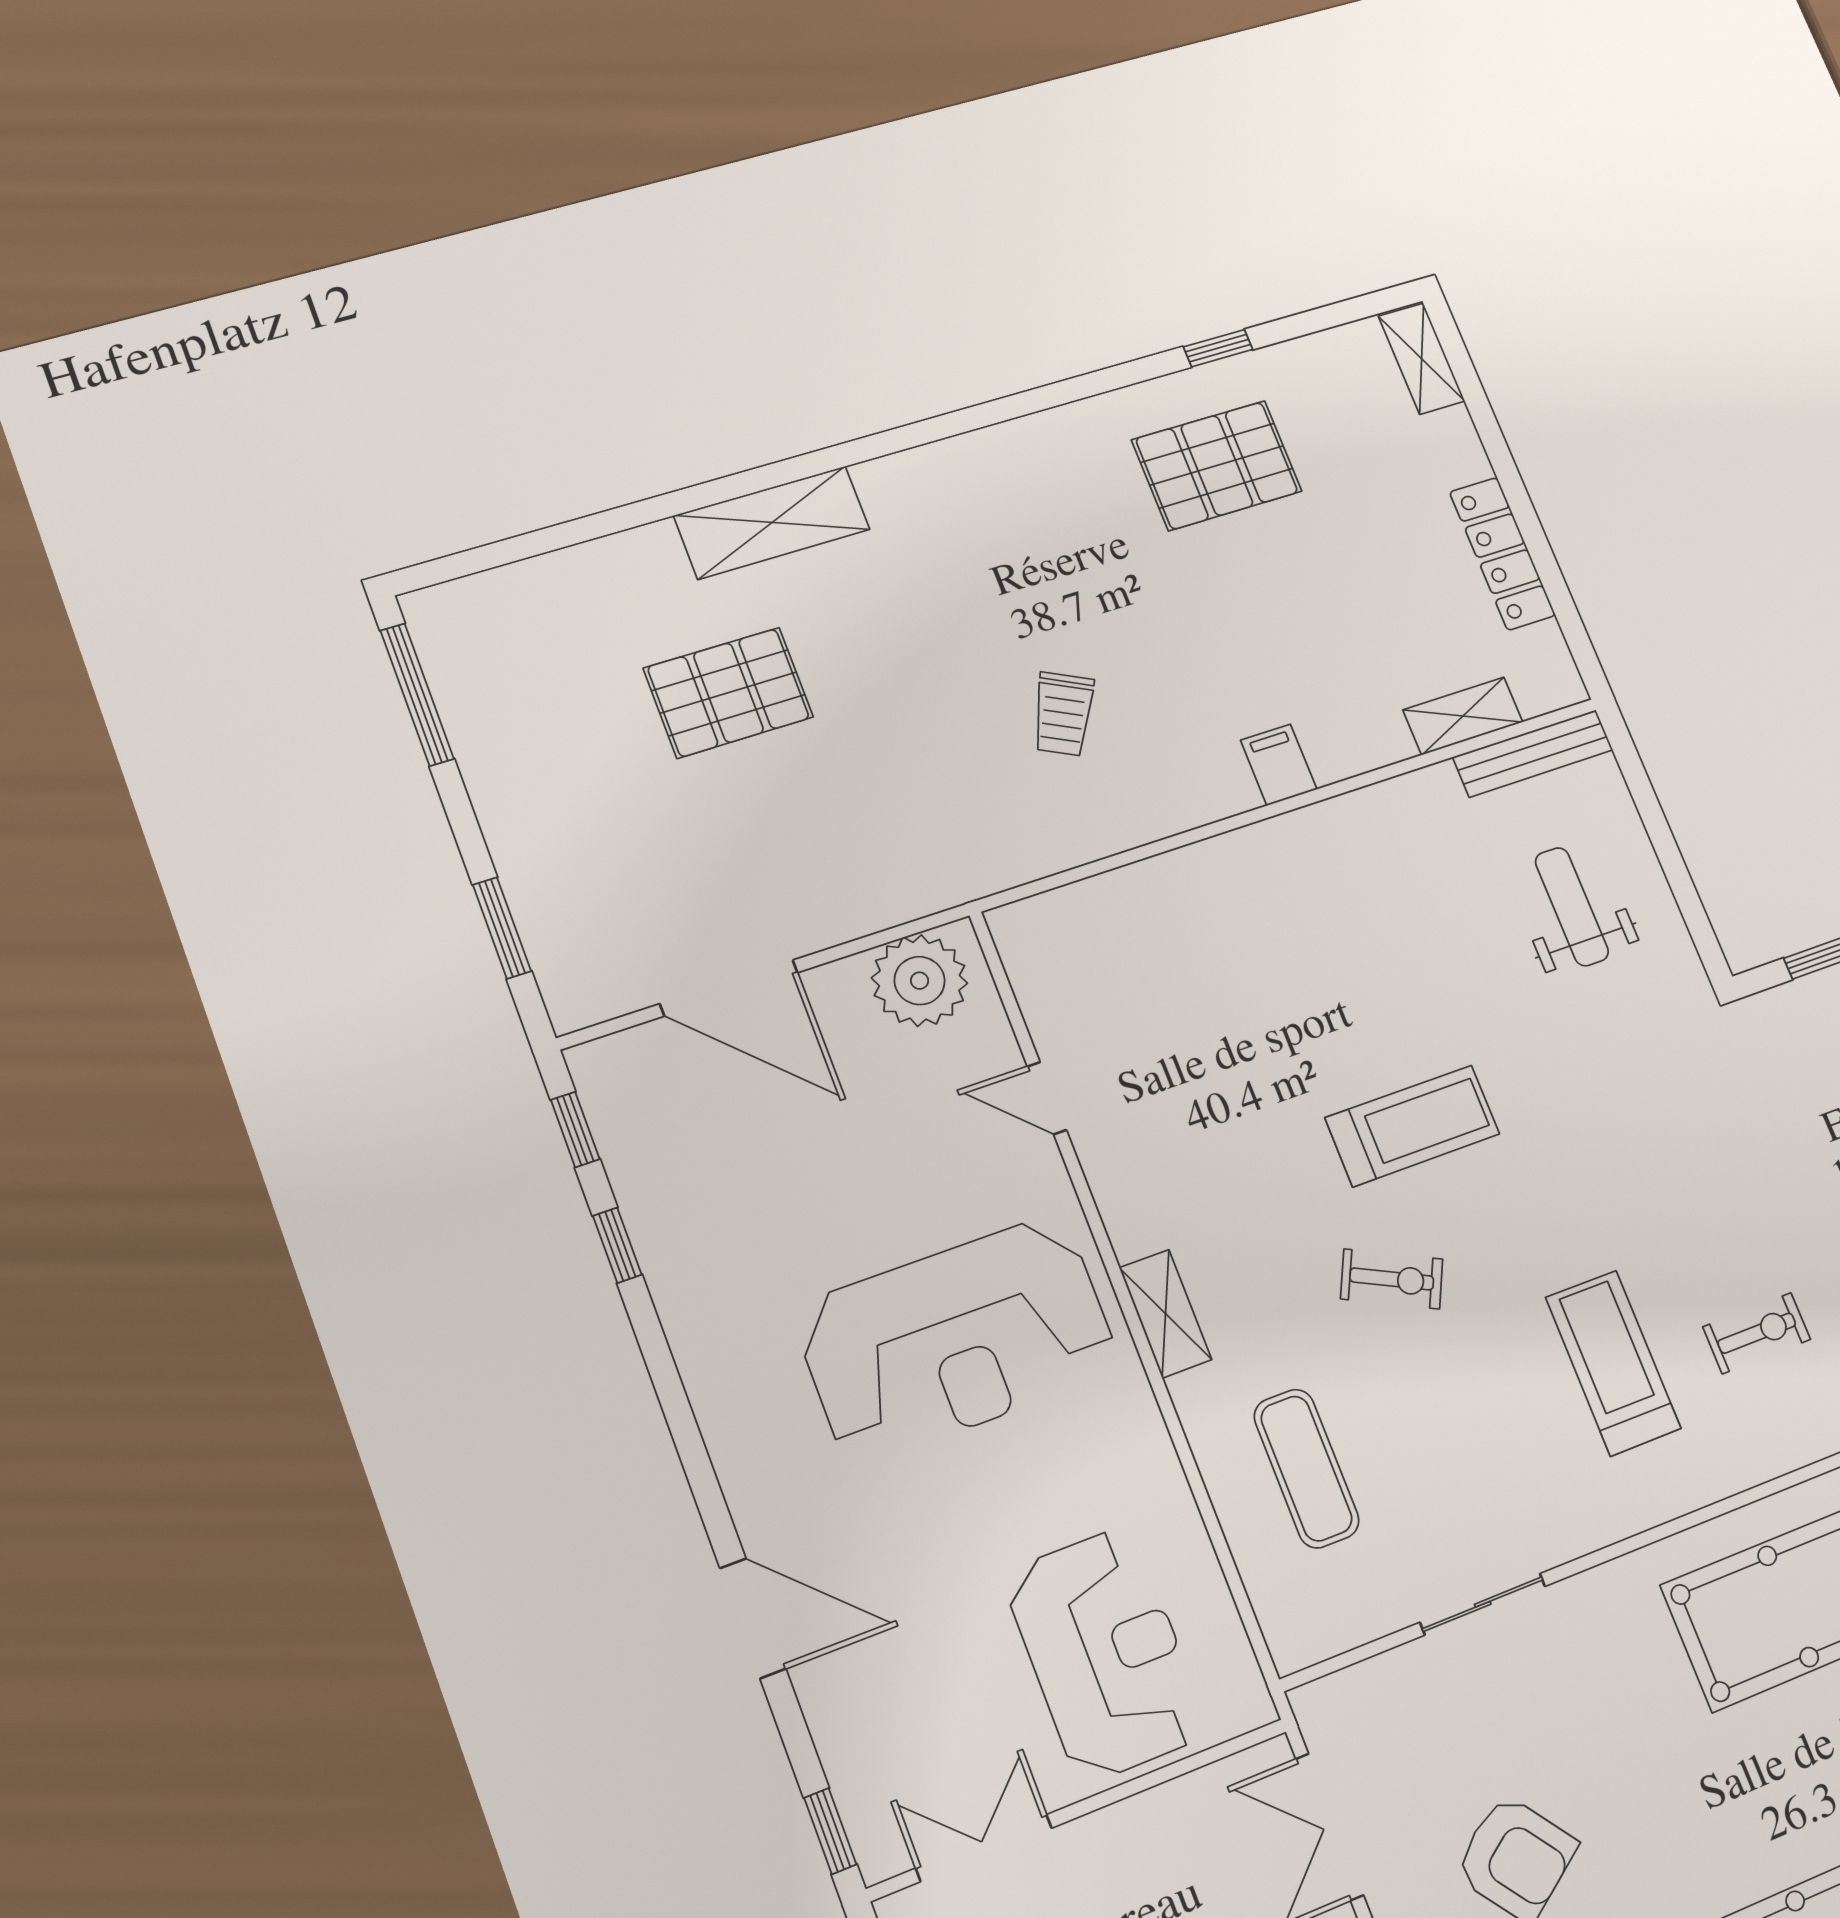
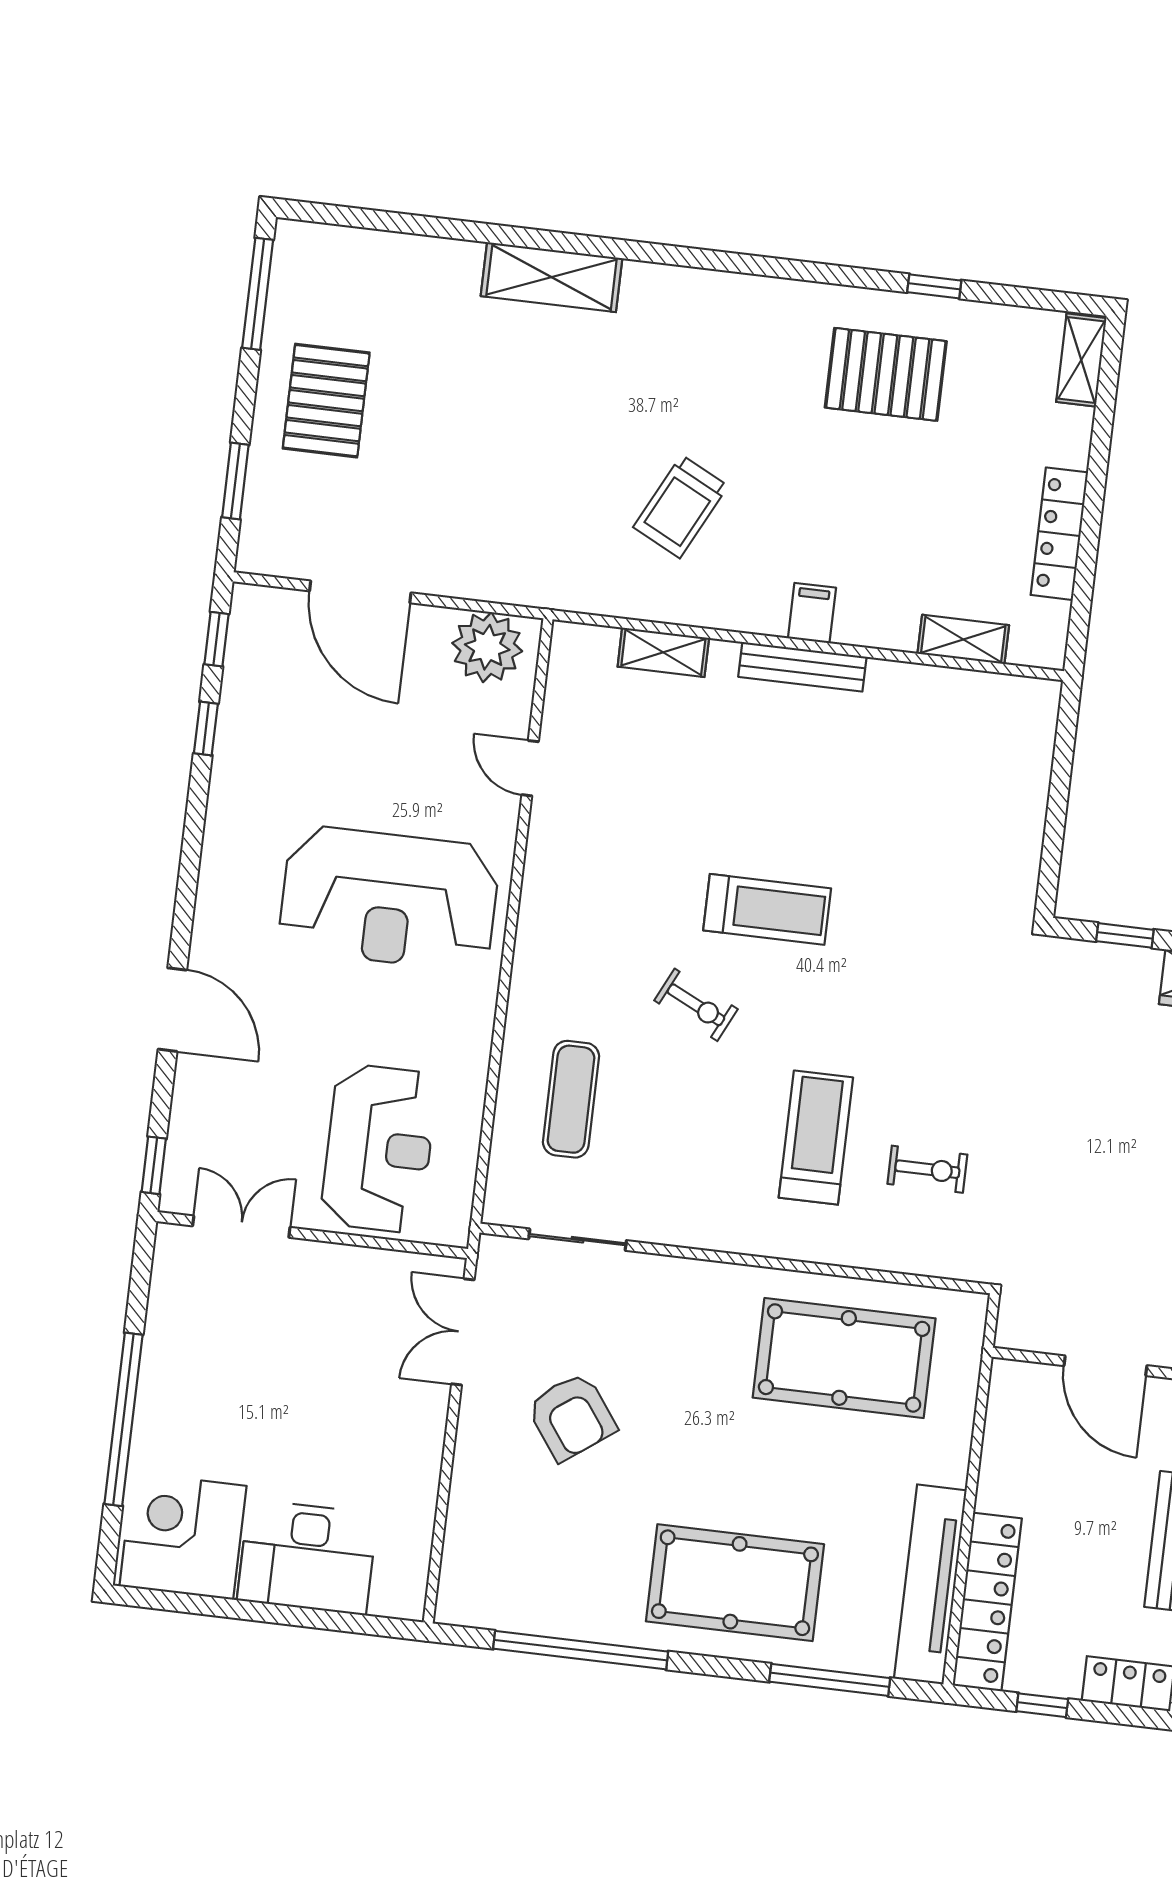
pallet: (728, 693) -> (326, 401), moved, turned 90
trolley: (1063, 714) -> (681, 507), width x1.36, depth x1.39
bench: (1533, 753) -> (802, 667), moved
weight bench: (1572, 907) -> (965, 813), removed
shelving: (1165, 1314) -> (663, 652), moved, turned 90
sliding door: (1483, 1604) -> (578, 1240), moved

